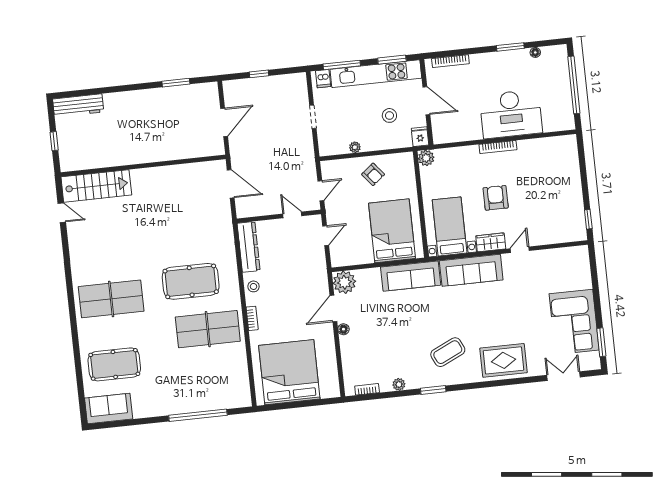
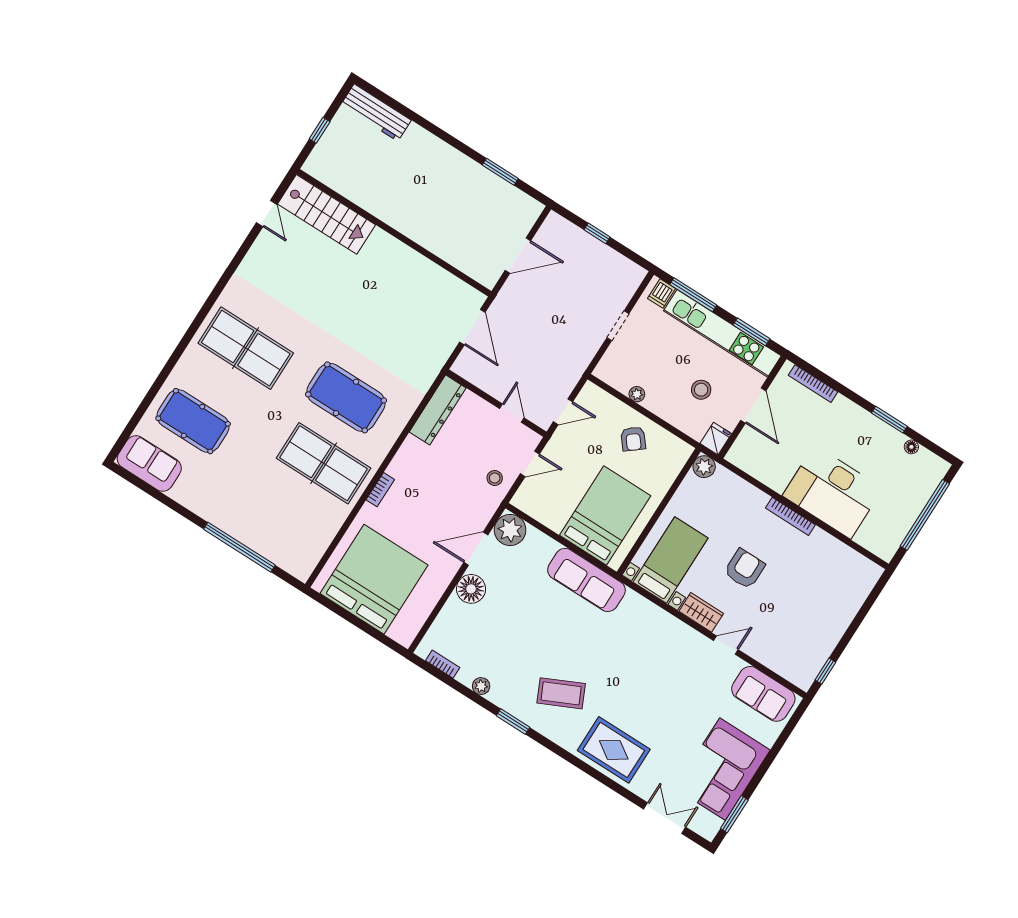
sofa: (471, 270) -> (763, 694), moved, width x0.73
stool: (253, 286) -> (495, 478), moved
floor lamp: (343, 329) -> (471, 589), width x1.89, depth x1.89

